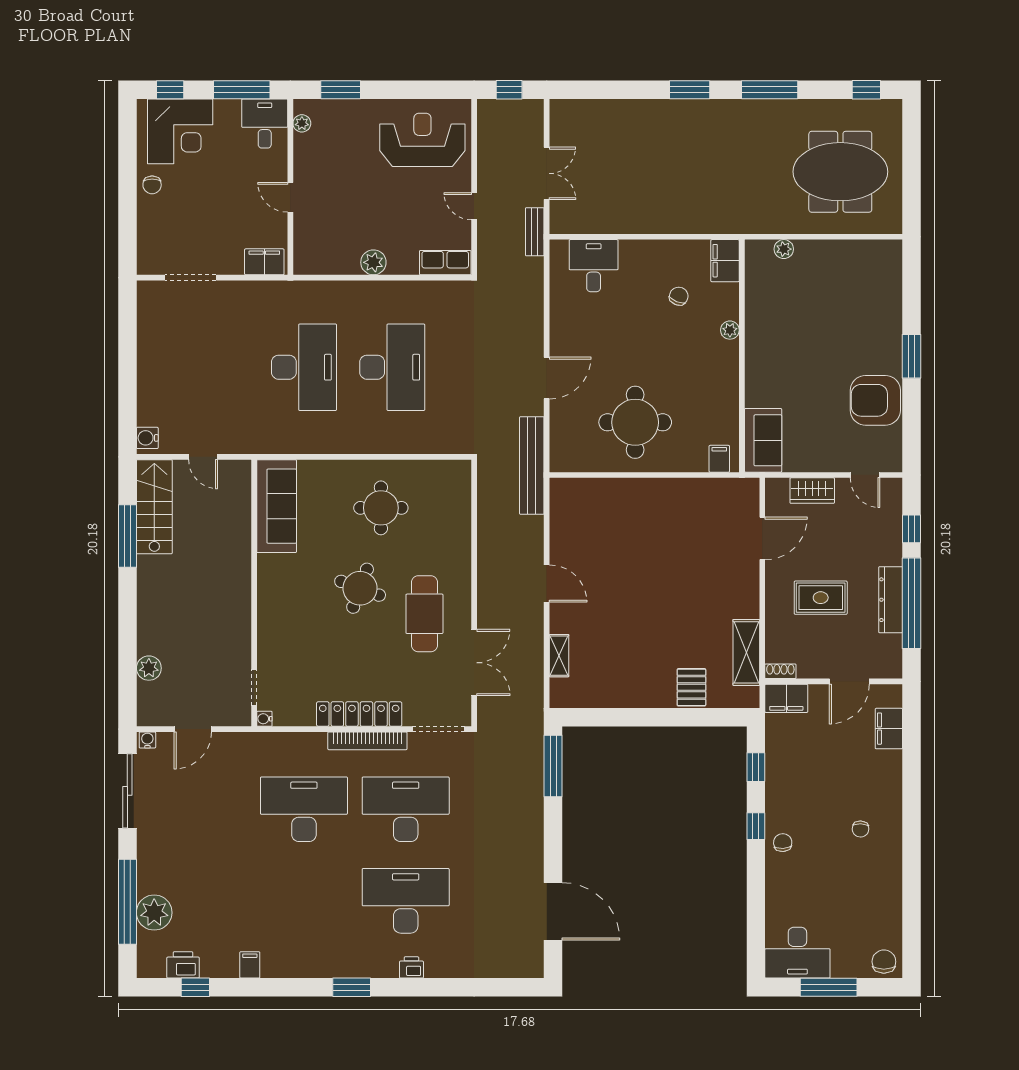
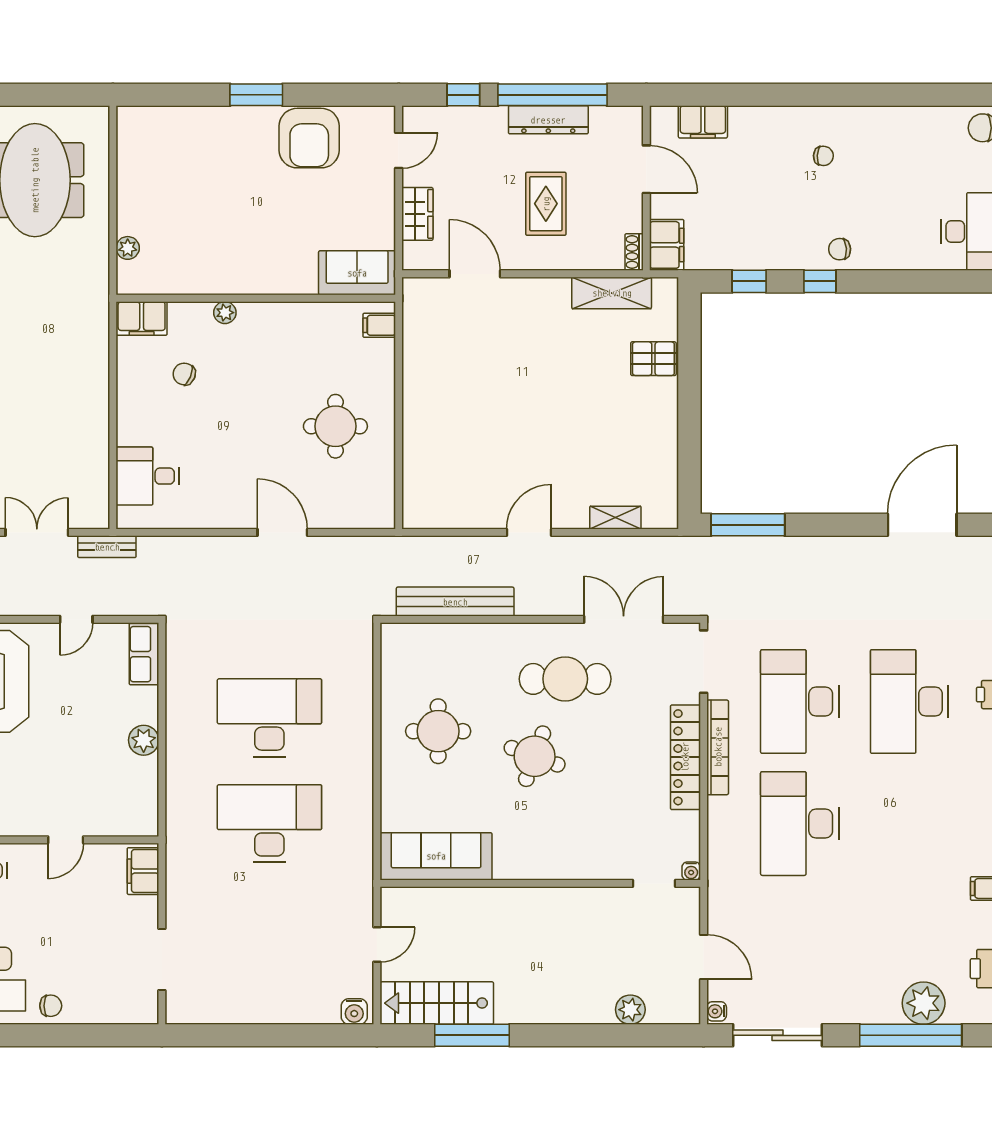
round table: (635, 422) -> (335, 426), width x0.73, depth x0.73
bench: (532, 465) -> (455, 602), moved

